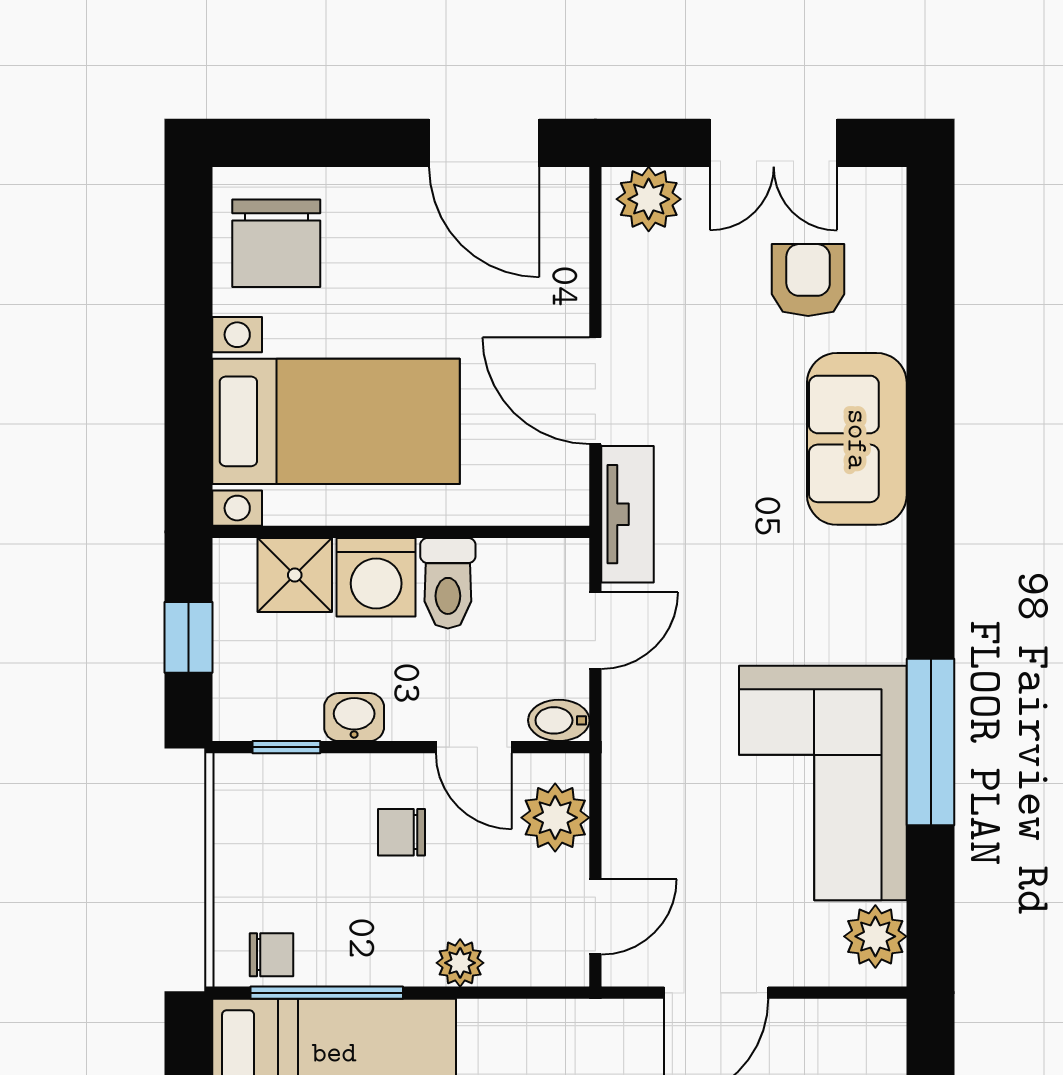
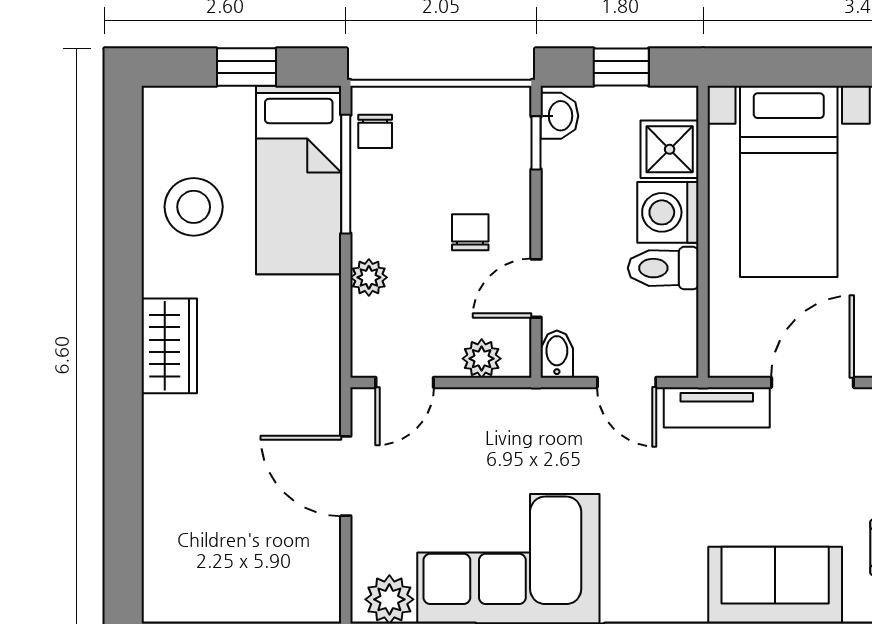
washbasin: (354, 717) -> (559, 116), moved
plant: (555, 818) -> (482, 359), width x0.73, depth x0.73
door: (595, 917) -> (405, 382), hinge flipped

